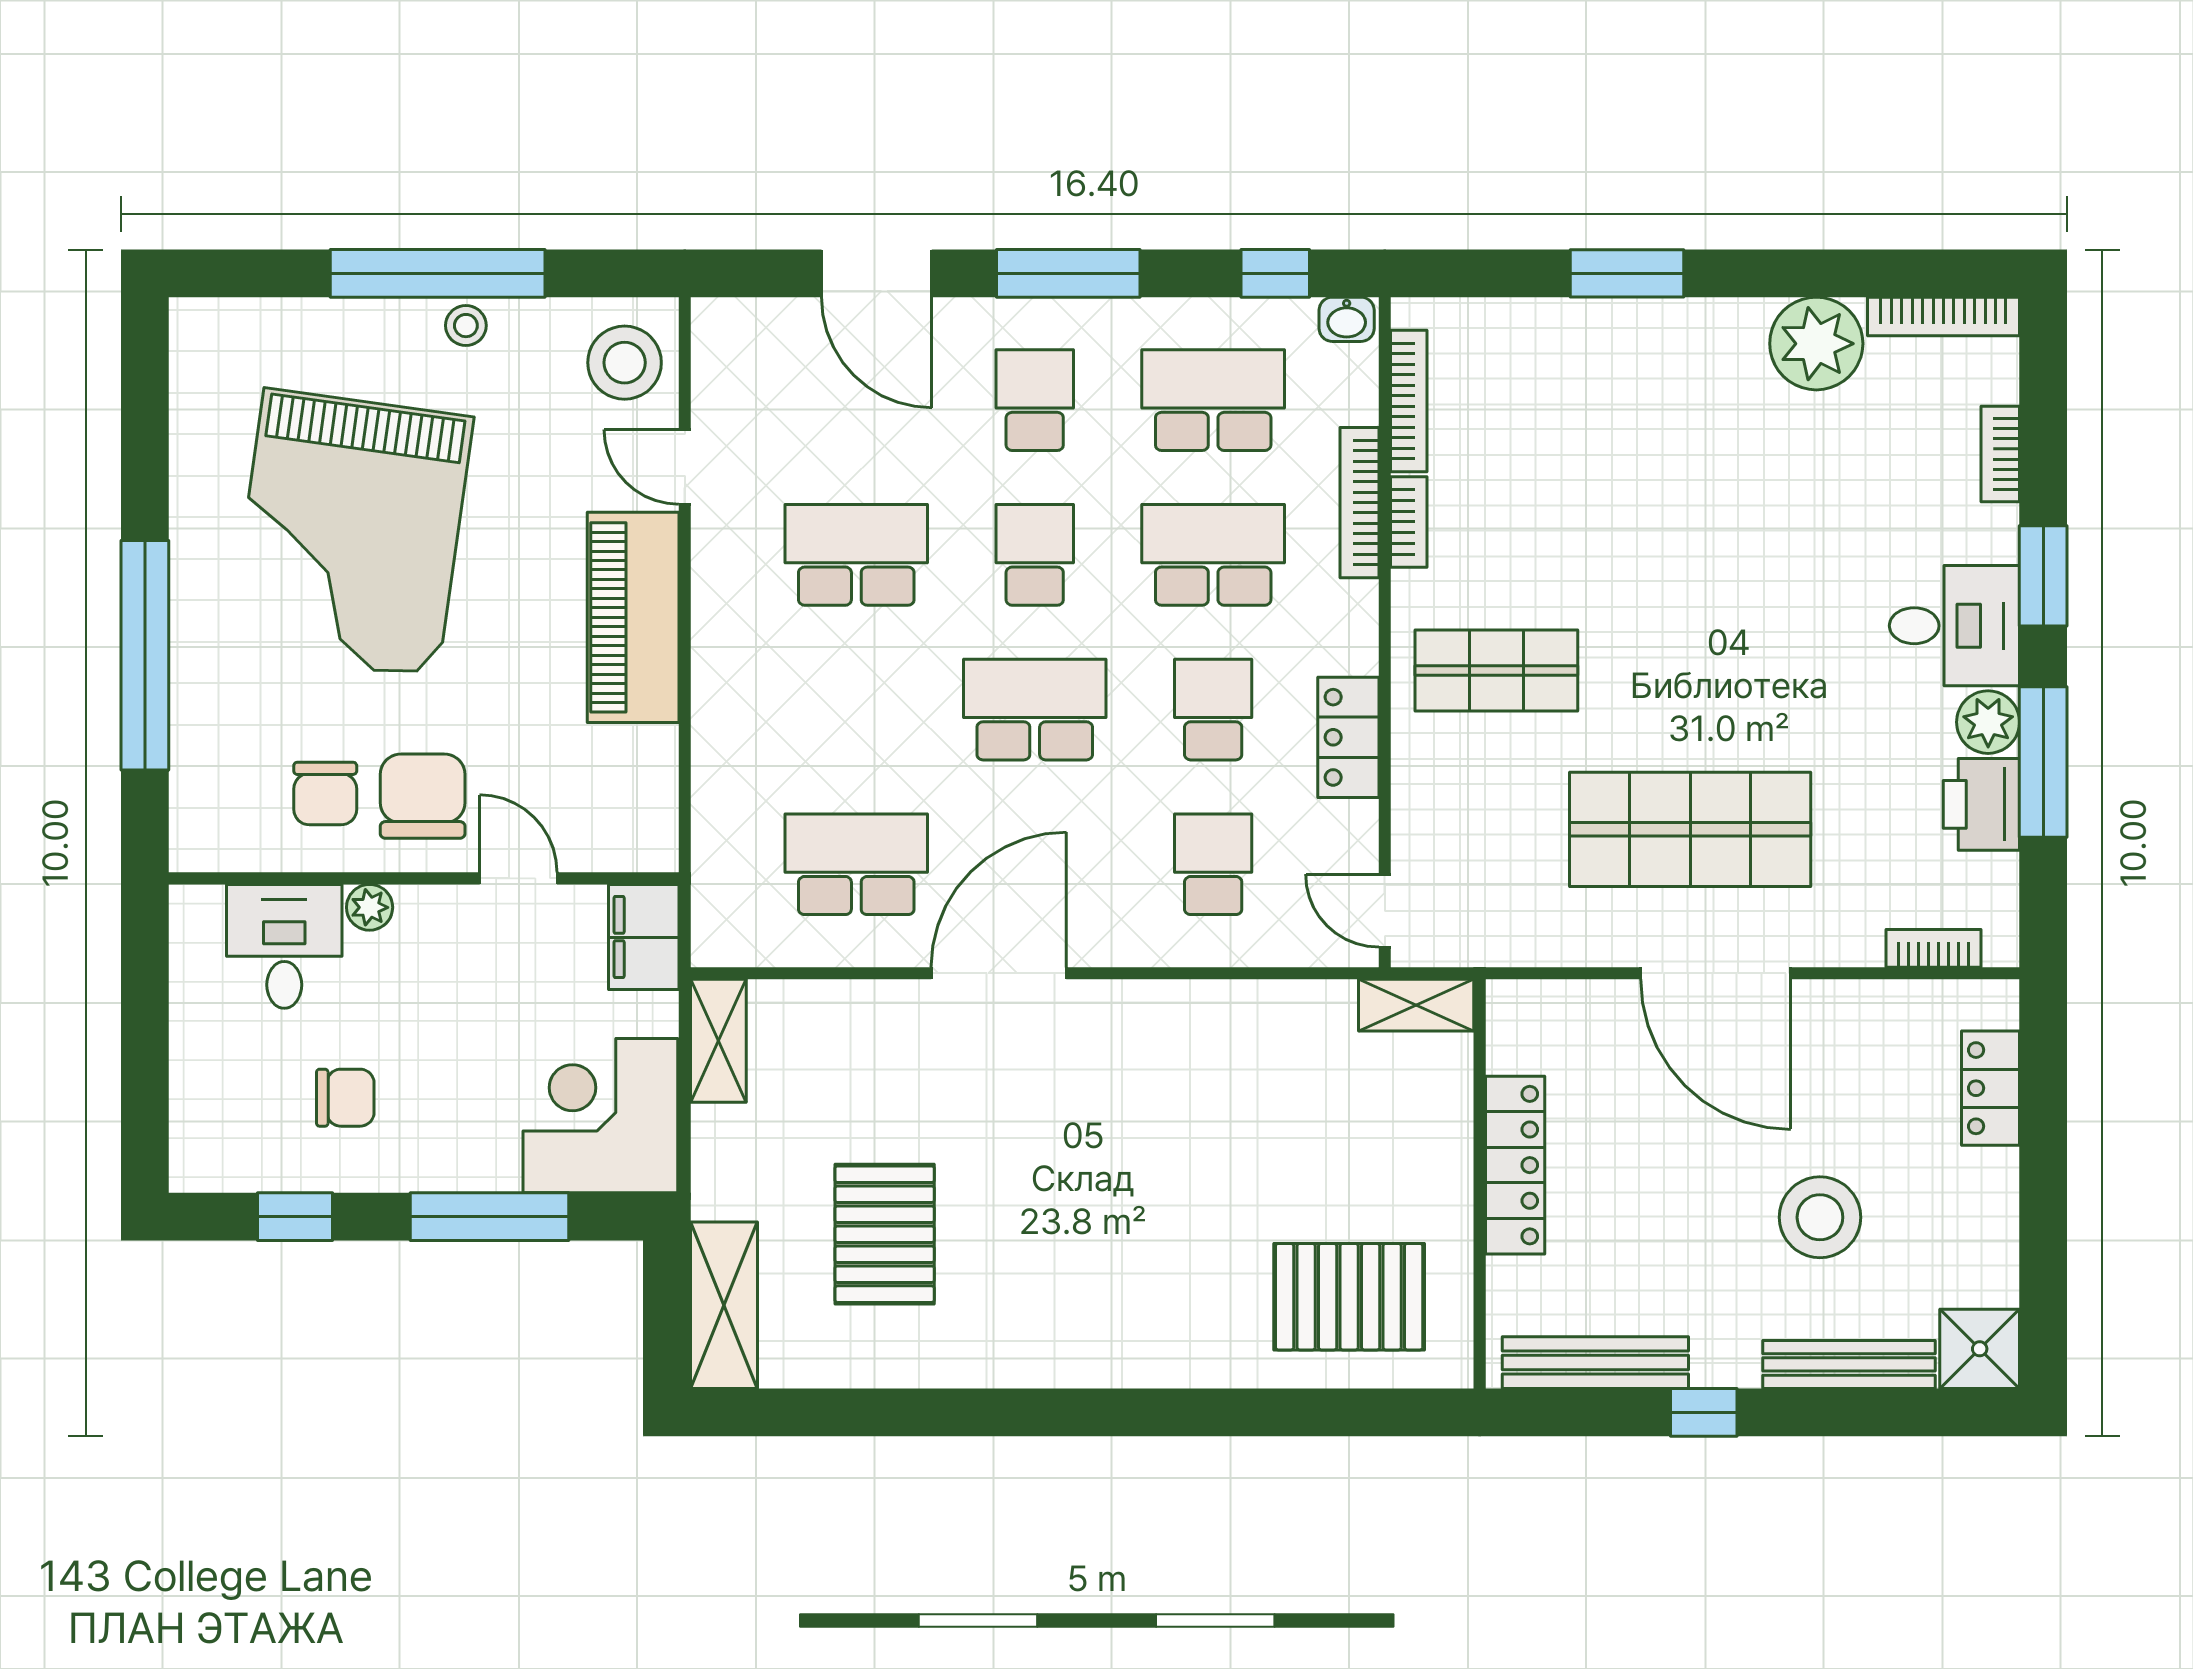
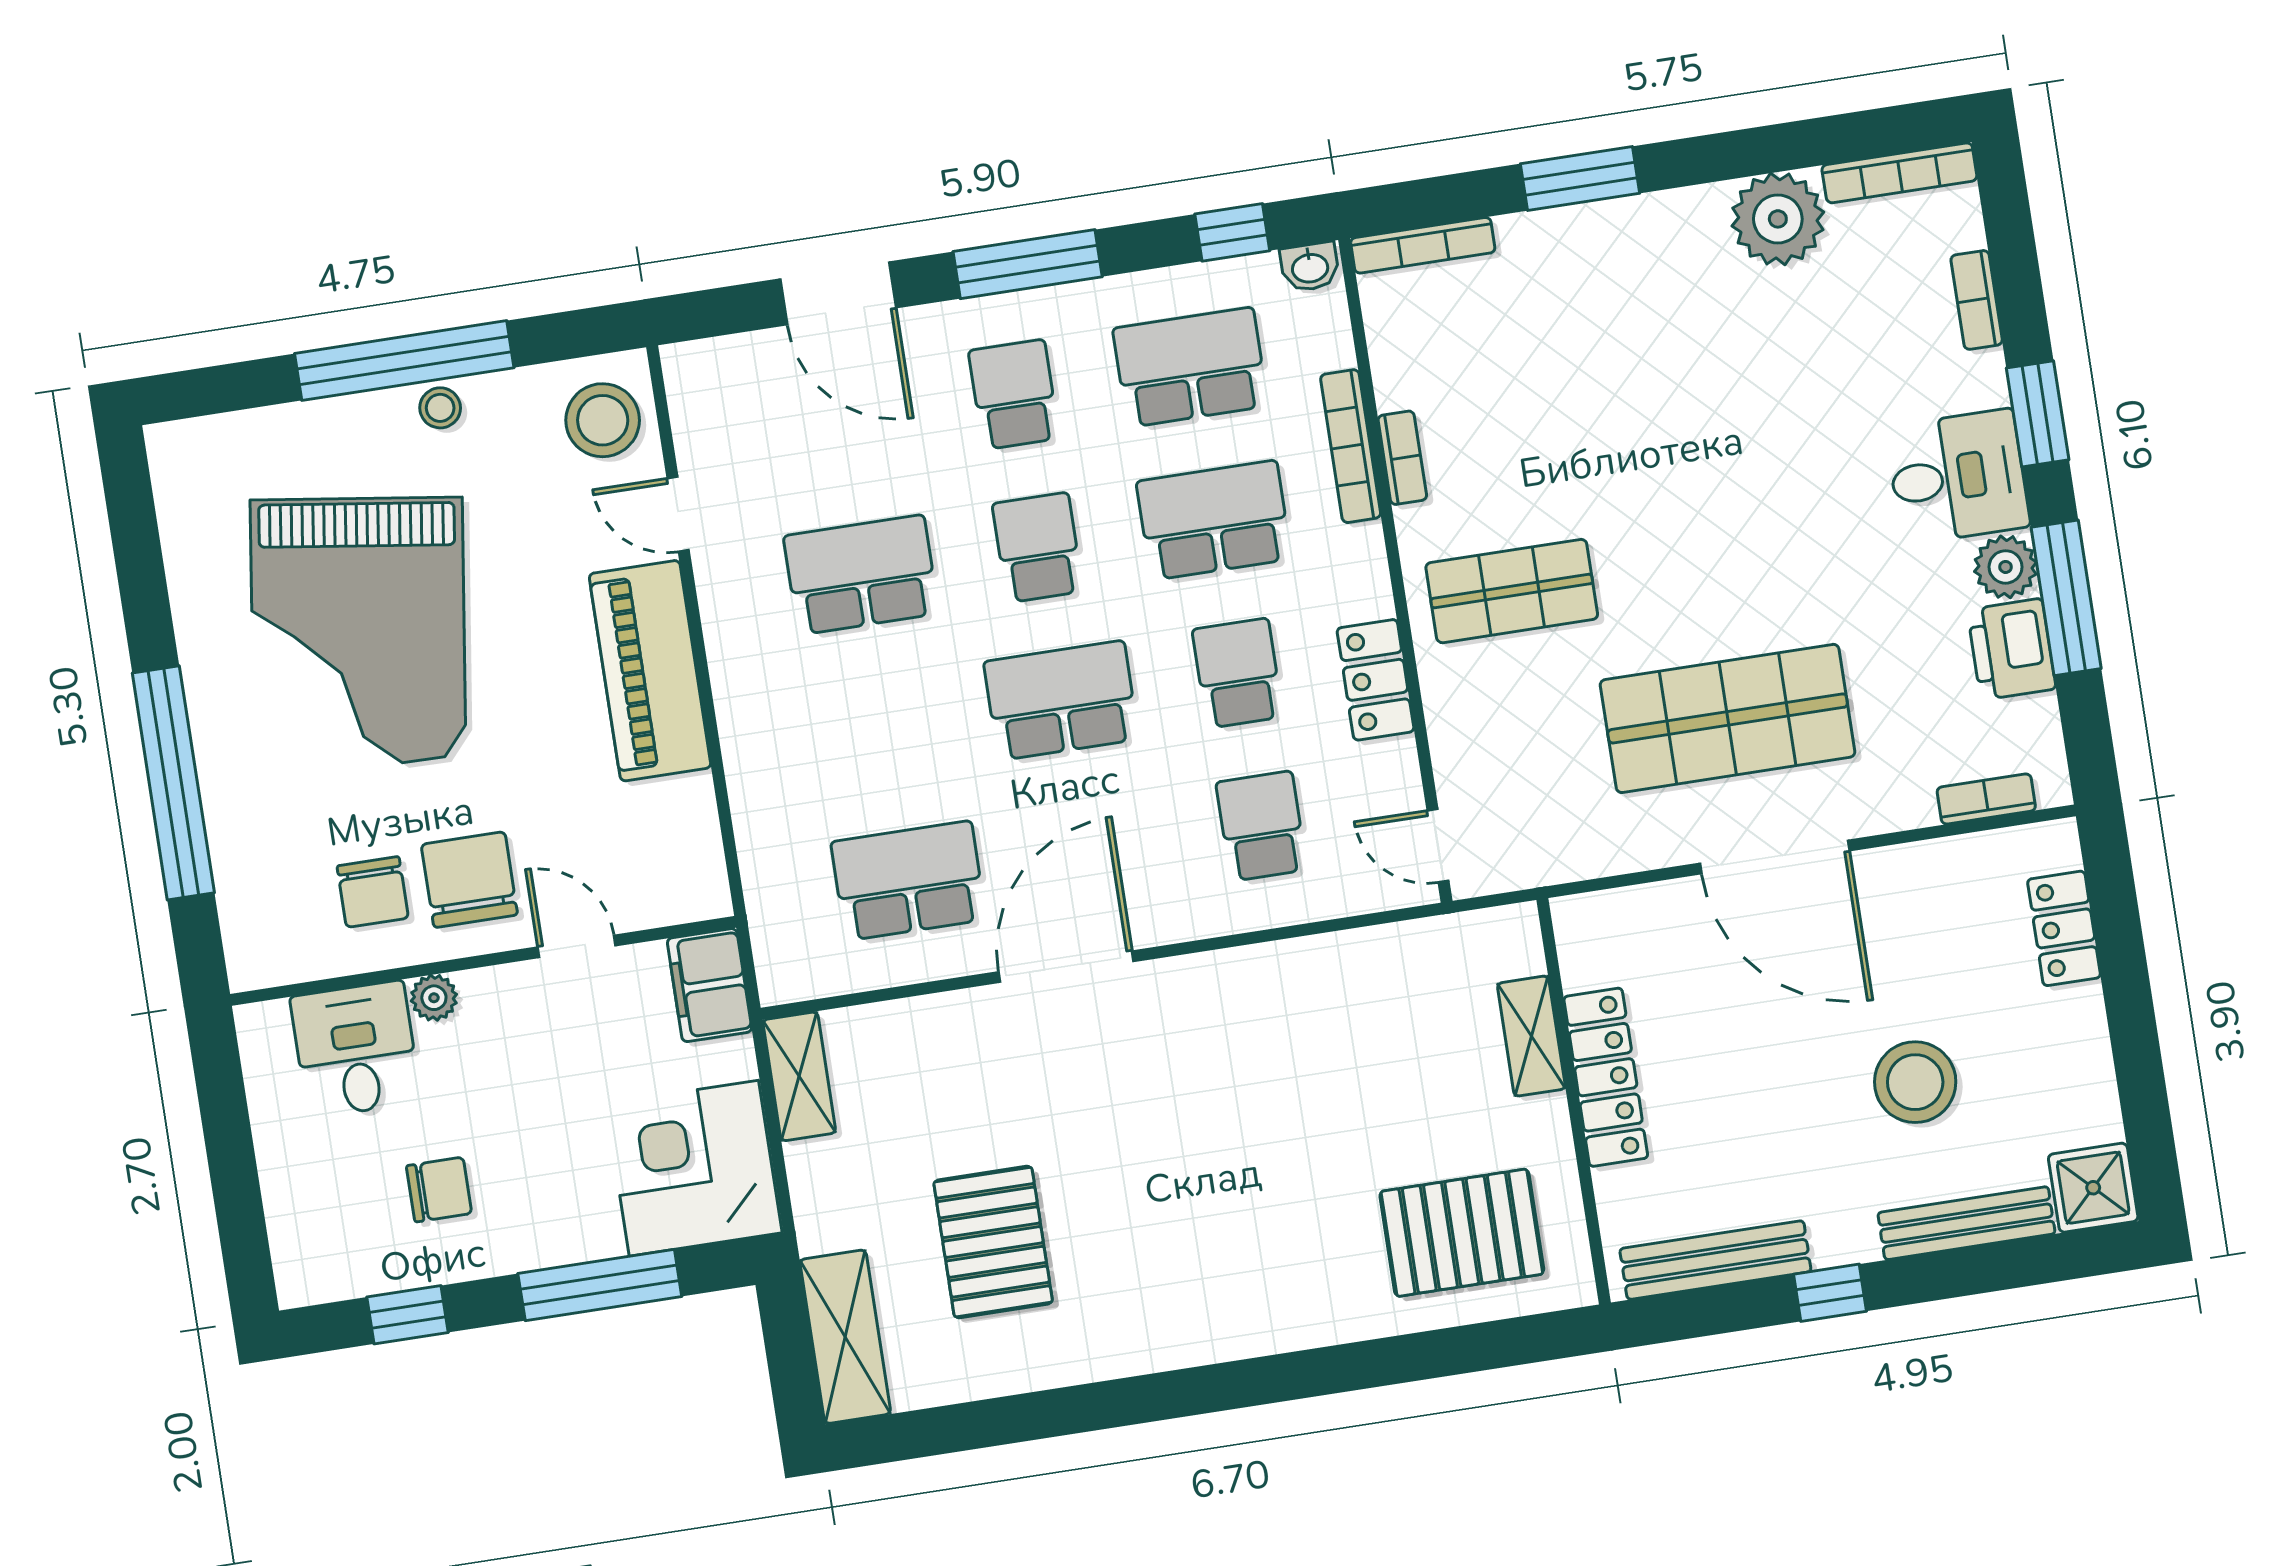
bookcase: (1409, 401) -> (1423, 245), moved, turned 90
shelving: (1416, 1005) -> (1531, 1036), moved, turned 90

